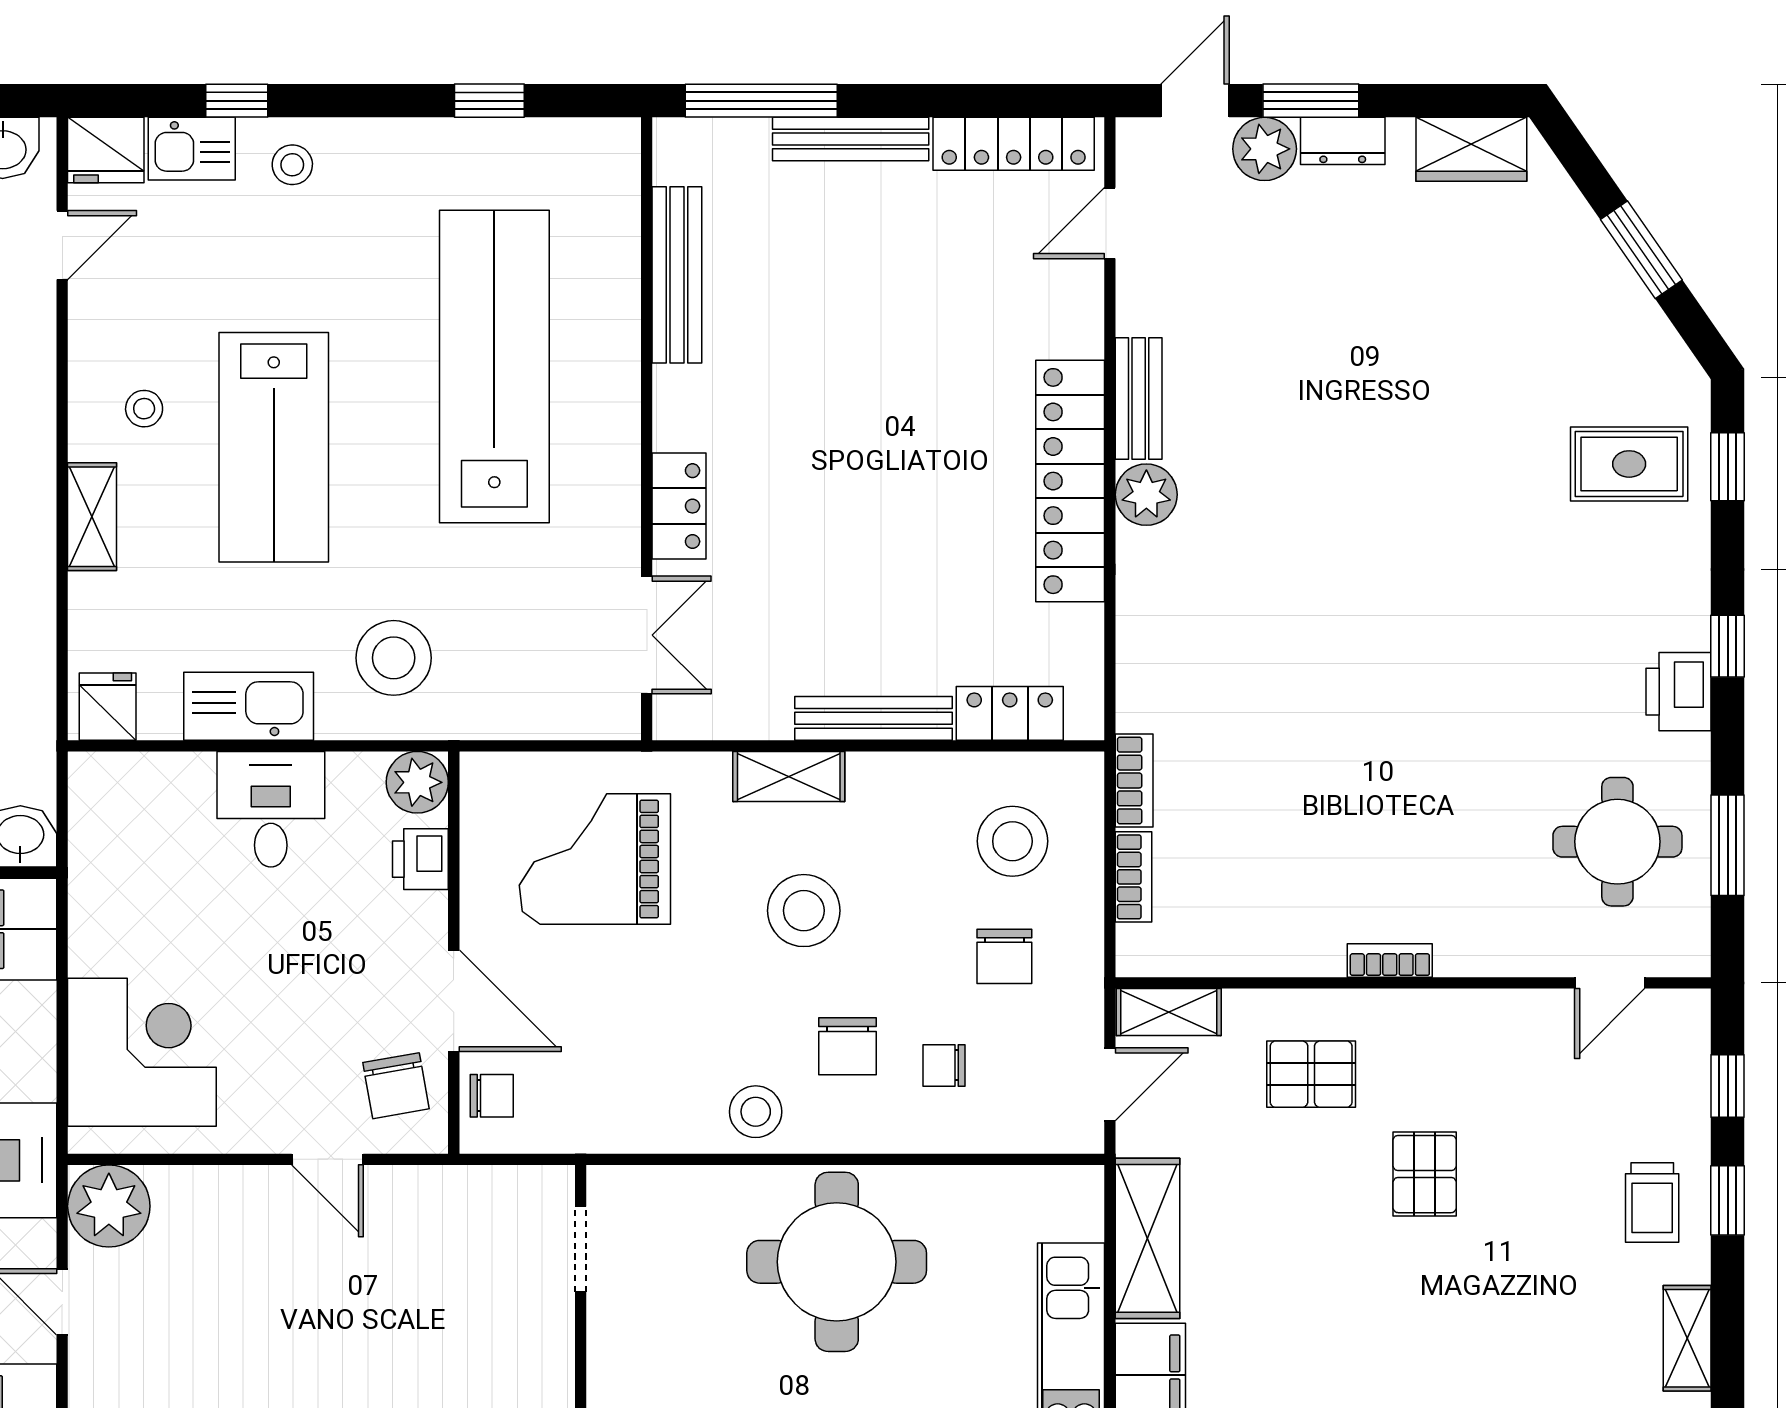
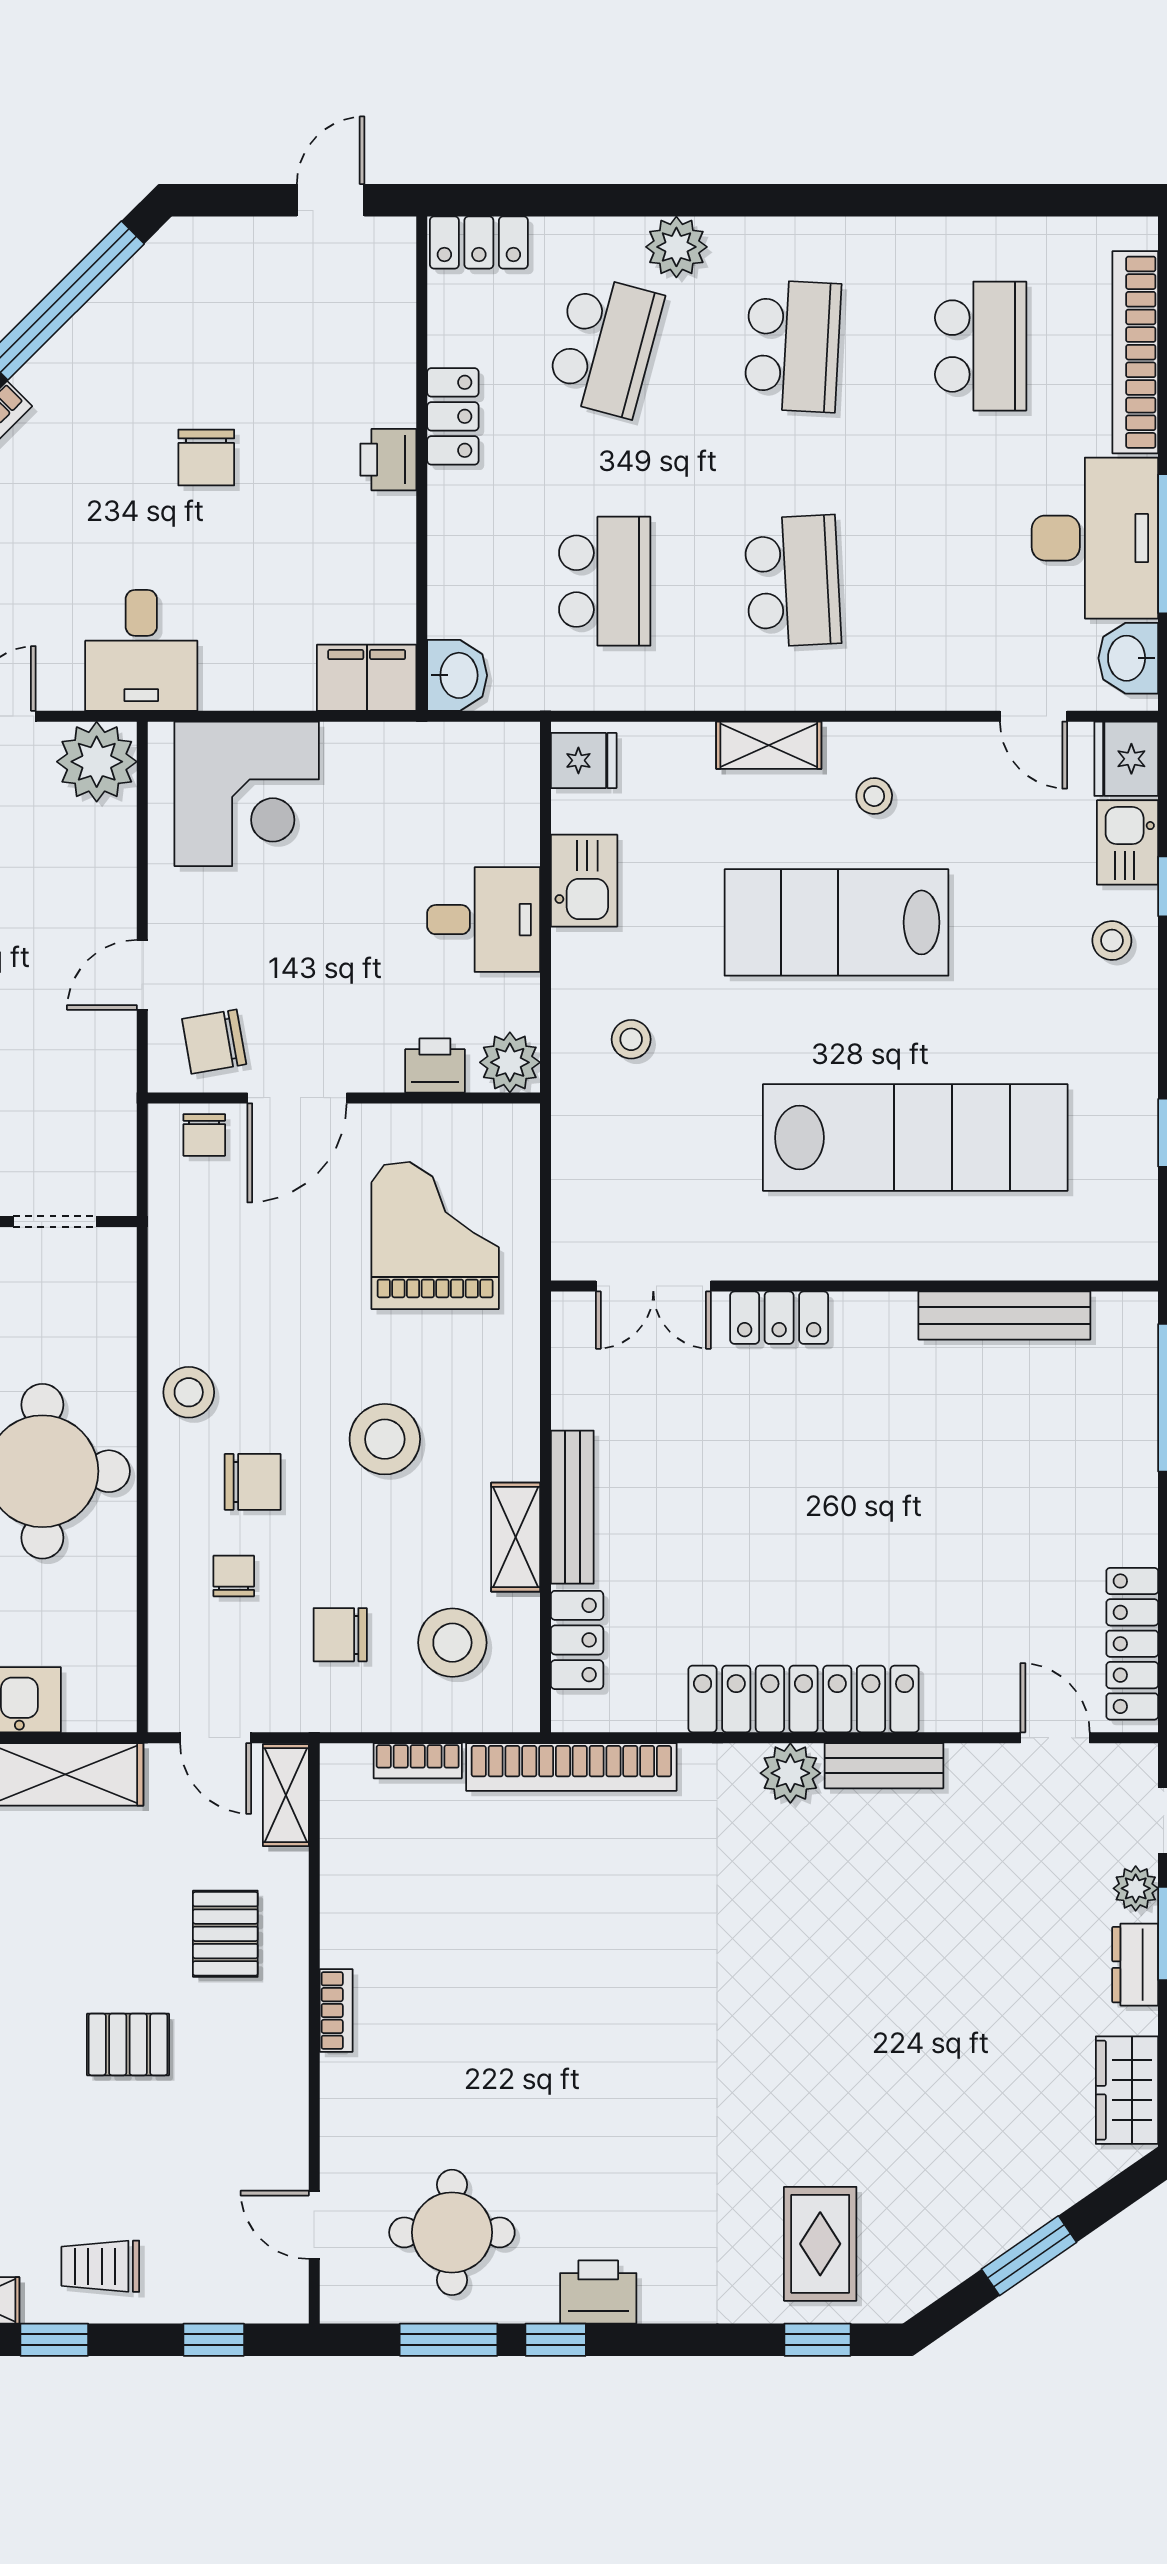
bench: (851, 139) -> (1137, 1485), removed
plant: (1265, 149) -> (1136, 1888), width x0.73, depth x0.73
window: (1728, 646) -> (556, 2340), moved
stool: (394, 658) -> (631, 1039), width x0.53, depth x0.53
kitchen sink: (249, 706) -> (584, 881), width x0.73
shelving: (789, 777) -> (516, 1537), moved
bookcase: (1134, 780) -> (571, 1767), width x2.31, depth x1.31
chair: (848, 1046) -> (253, 1482), turned 180
window: (1728, 1200) -> (54, 2340), moved

